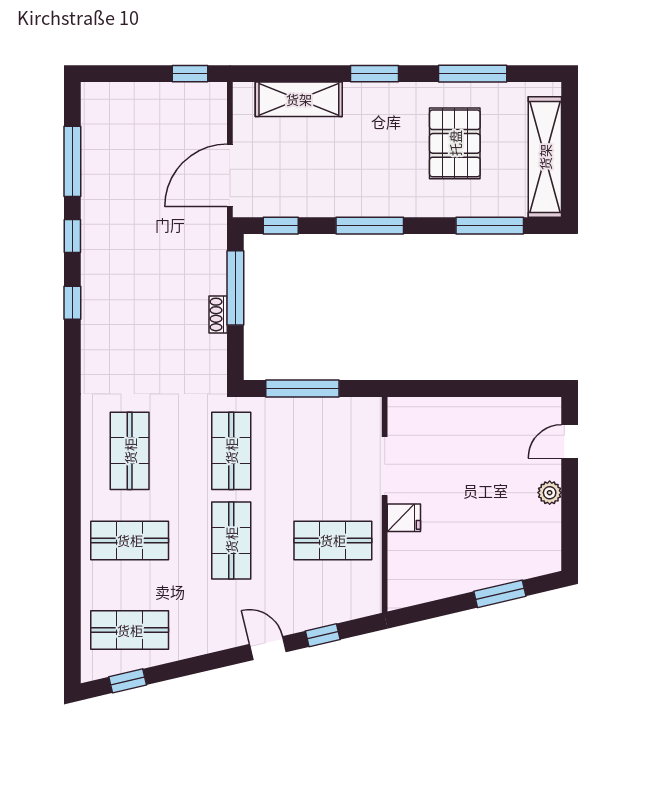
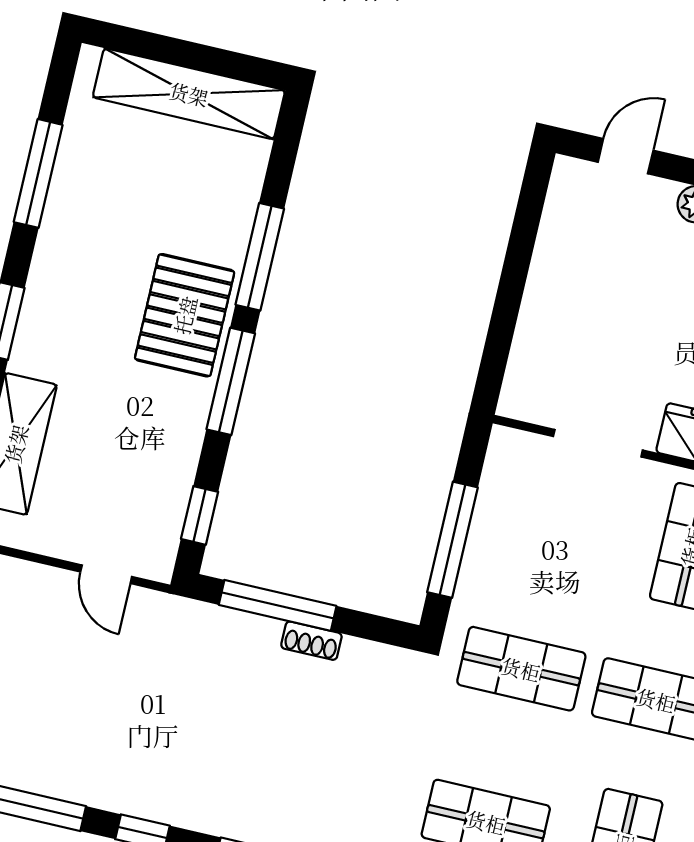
pallet: (455, 143) -> (185, 315), moved, turned 90
door: (230, 175) -> (106, 574), width x0.53
window: (490, 226) -> (260, 257), moved
door: (570, 441) -> (626, 156), swing flipped

